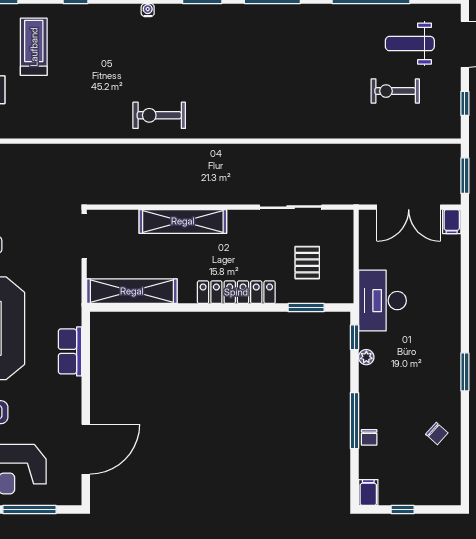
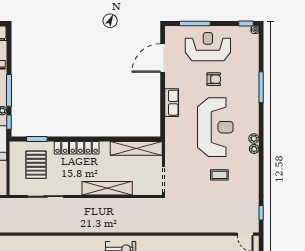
pallet: (307, 263) -> (36, 165), width x1.50, depth x1.42
row of seats: (70, 351) -> (172, 103), moved
window: (354, 421) -> (9, 90), moved

